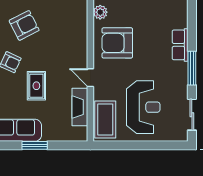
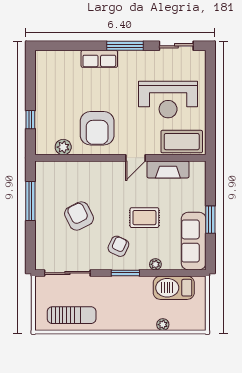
armchair: (24, 25) -> (79, 216), moved
reception desk: (143, 107) -> (168, 100), turned 180

